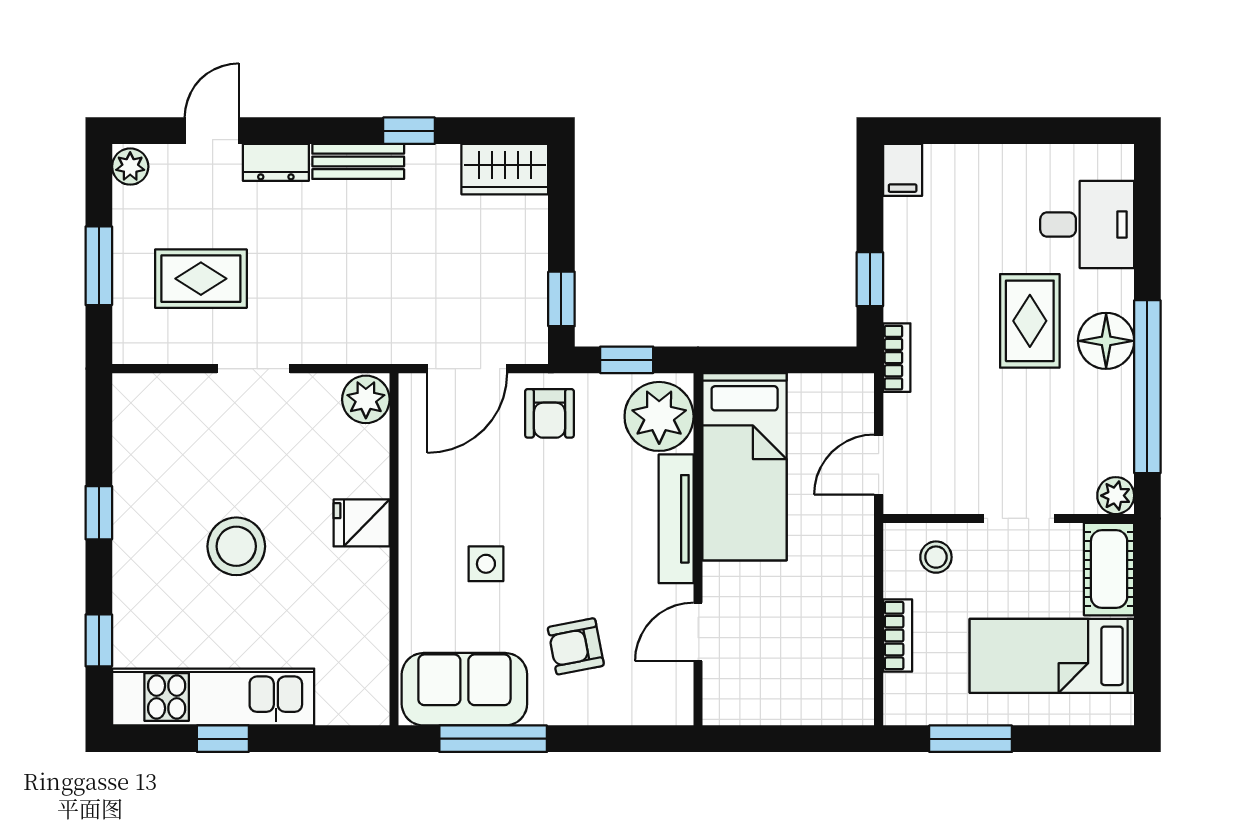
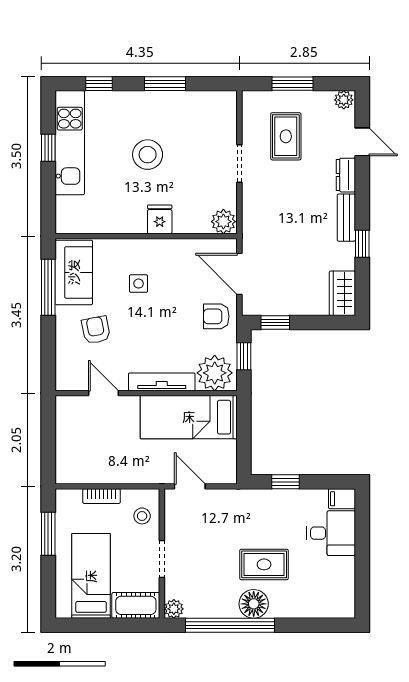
desk: (1087, 224) -> (331, 533), moved, turned -90
bookcase: (897, 358) -> (245, 496), removed
window: (99, 513) -> (165, 84), width x1.50

